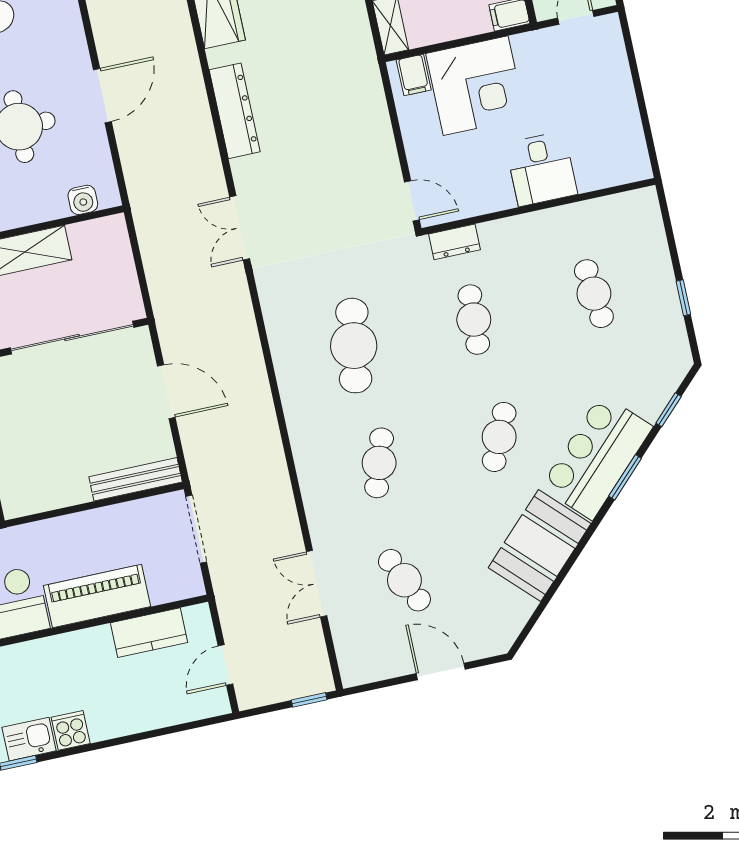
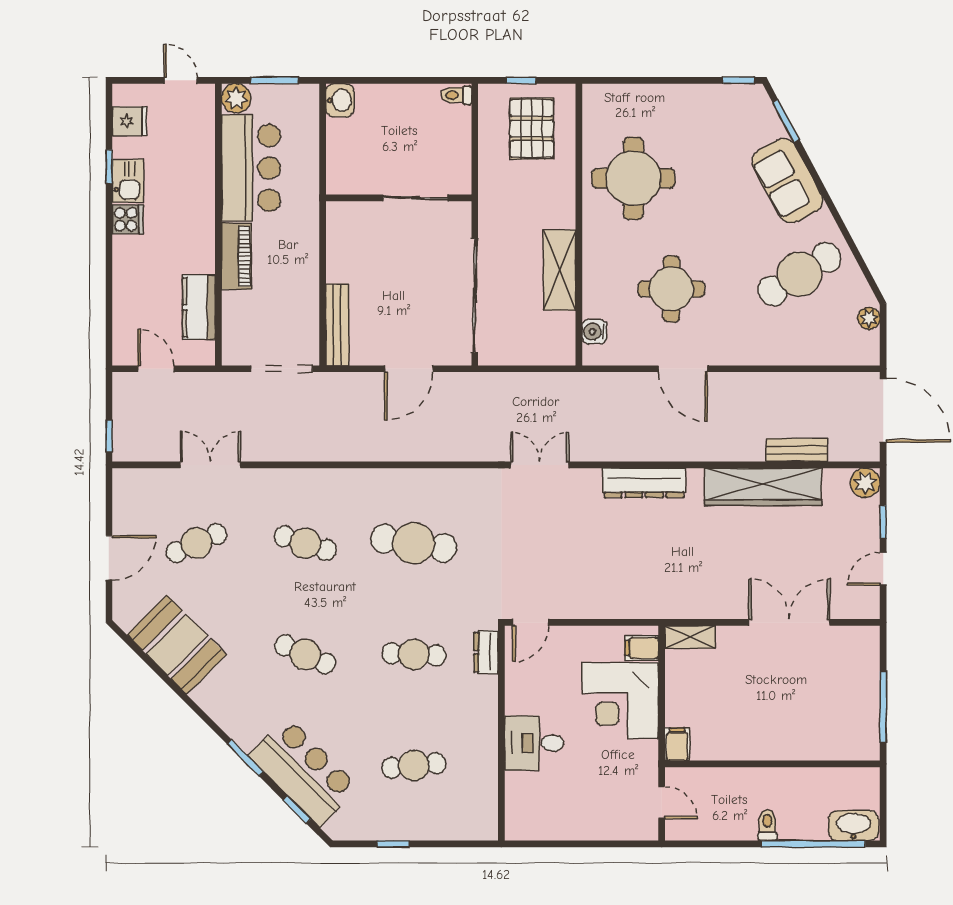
bar counter: (597, 457) -> (304, 772), moved
booth: (540, 546) -> (177, 645), moved
piano: (97, 596) -> (237, 256), width x0.73, depth x0.75

